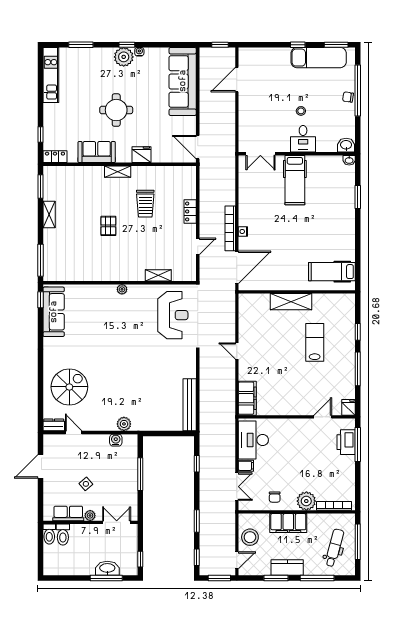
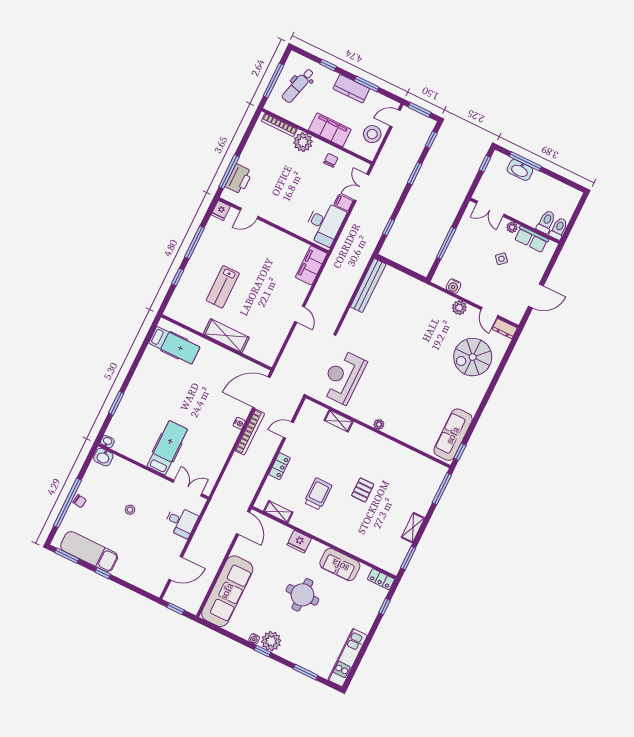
desk: (303, 139) -> (181, 522), moved, turned 90
shelving: (118, 172) -> (278, 512), moved
plant: (124, 424) -> (459, 308), moved
window: (317, 578) -> (328, 65), width x0.46

